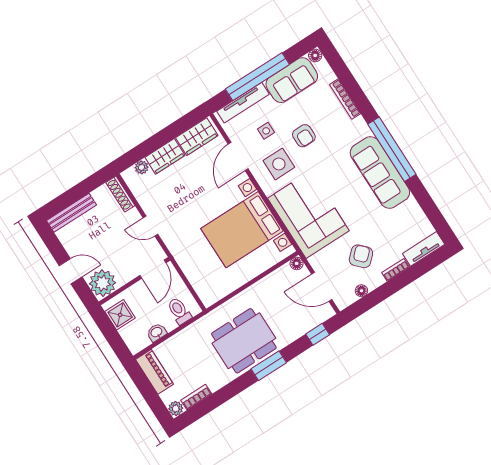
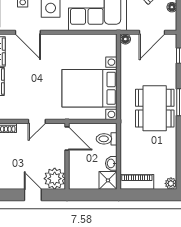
bed with nightstands: (242, 230) -> (90, 88), moved, turned 90
door: (71, 271) -> (33, 195), hinge flipped
shower: (120, 315) -> (108, 180), moved
bookcase: (196, 397) -> (172, 165), removed

